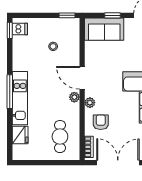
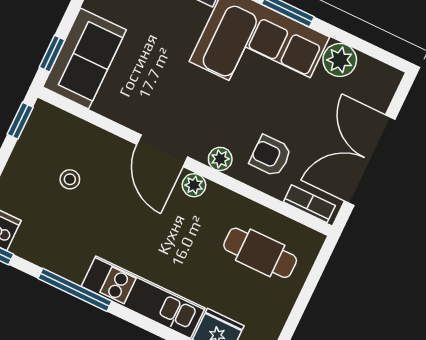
window: (113, 15) -> (52, 54), moved
door: (82, 78) -> (162, 151), hinge flipped
window: (10, 92) -> (75, 290), moved

